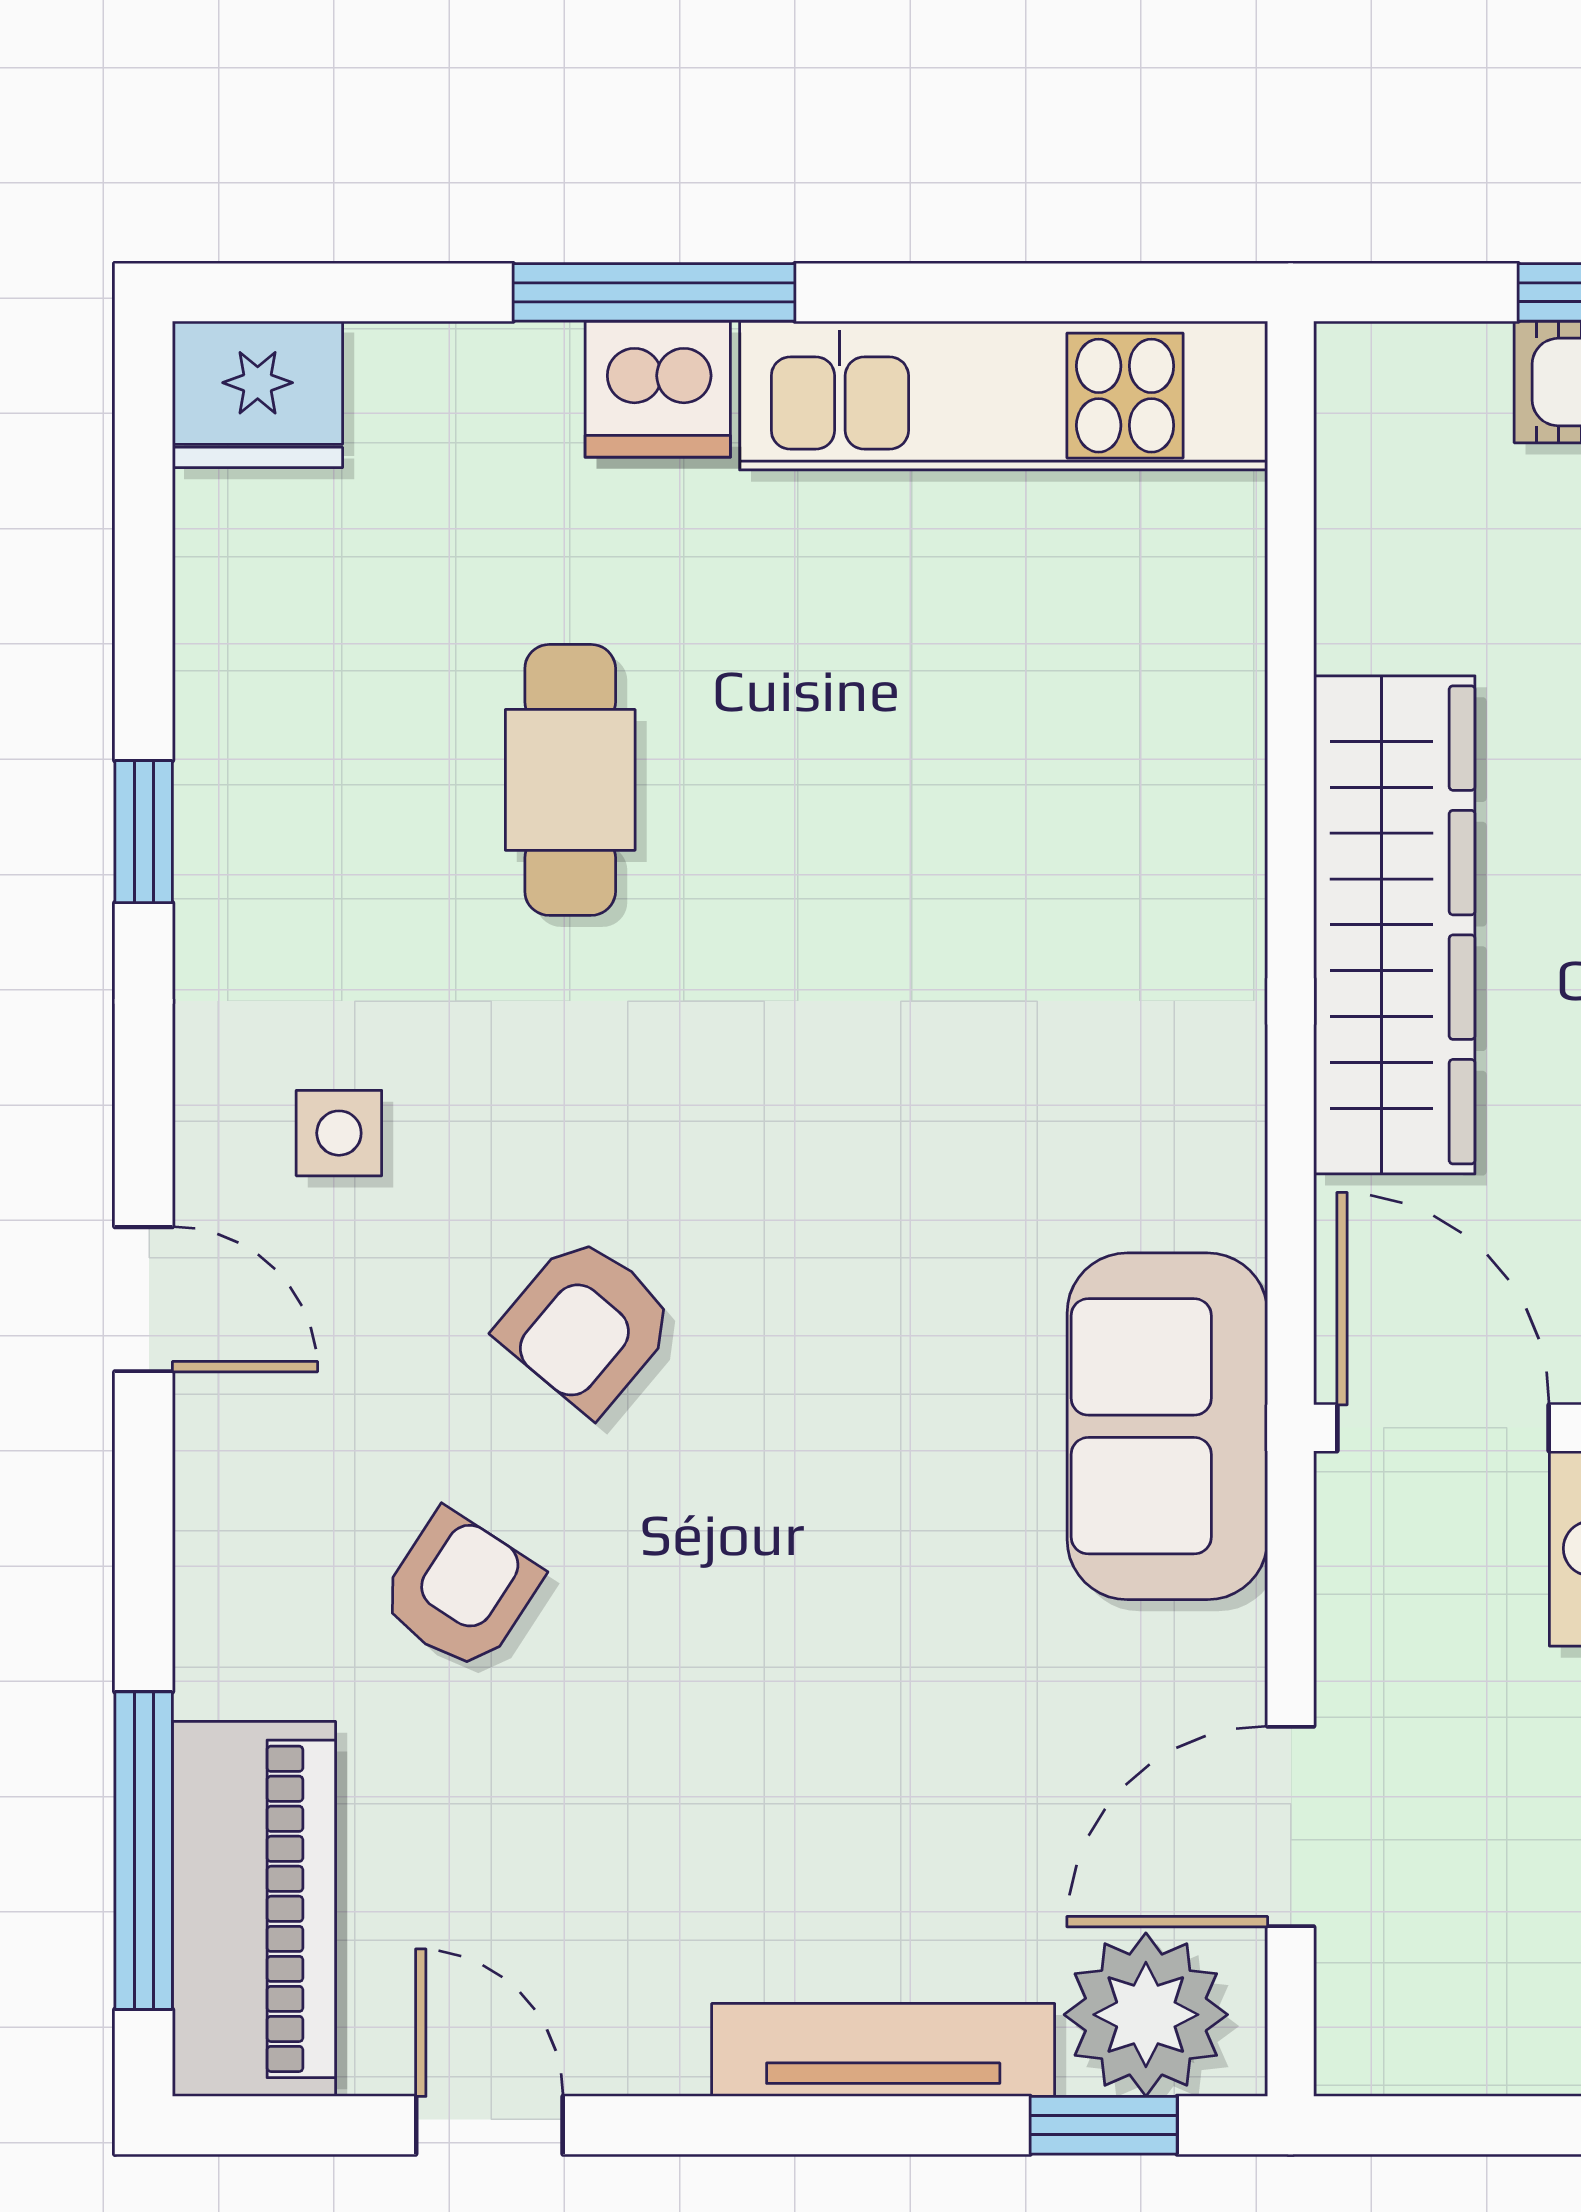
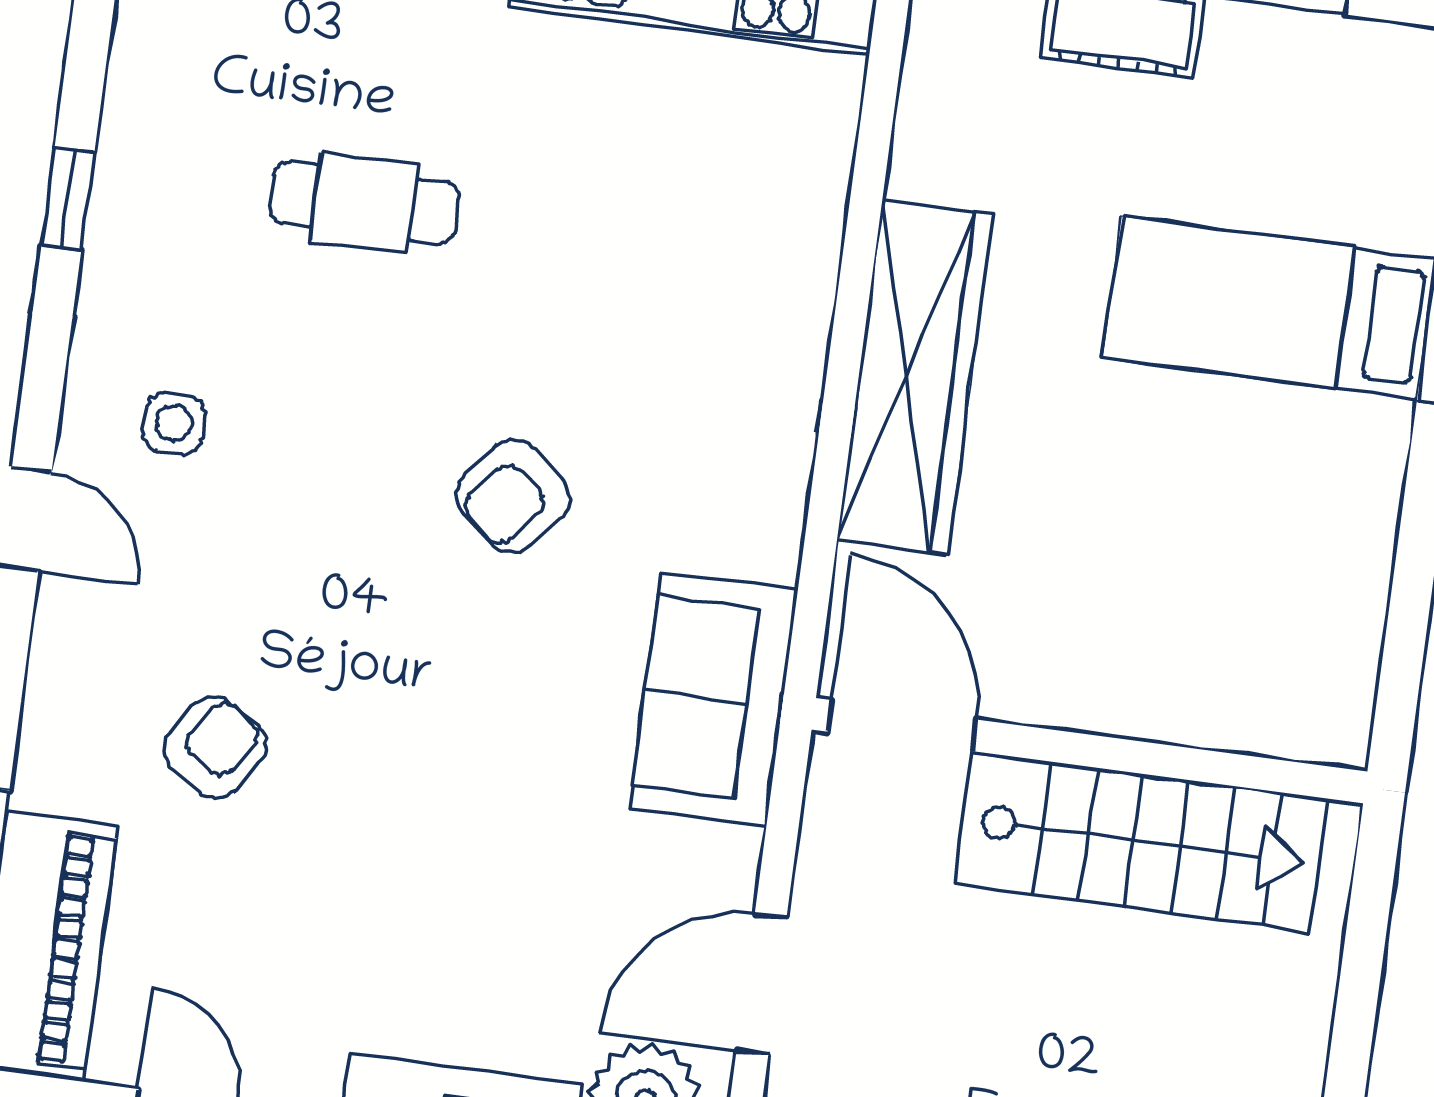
cafe table: (570, 780) -> (364, 203), turned 90
armchair: (587, 1325) -> (513, 497), moved

